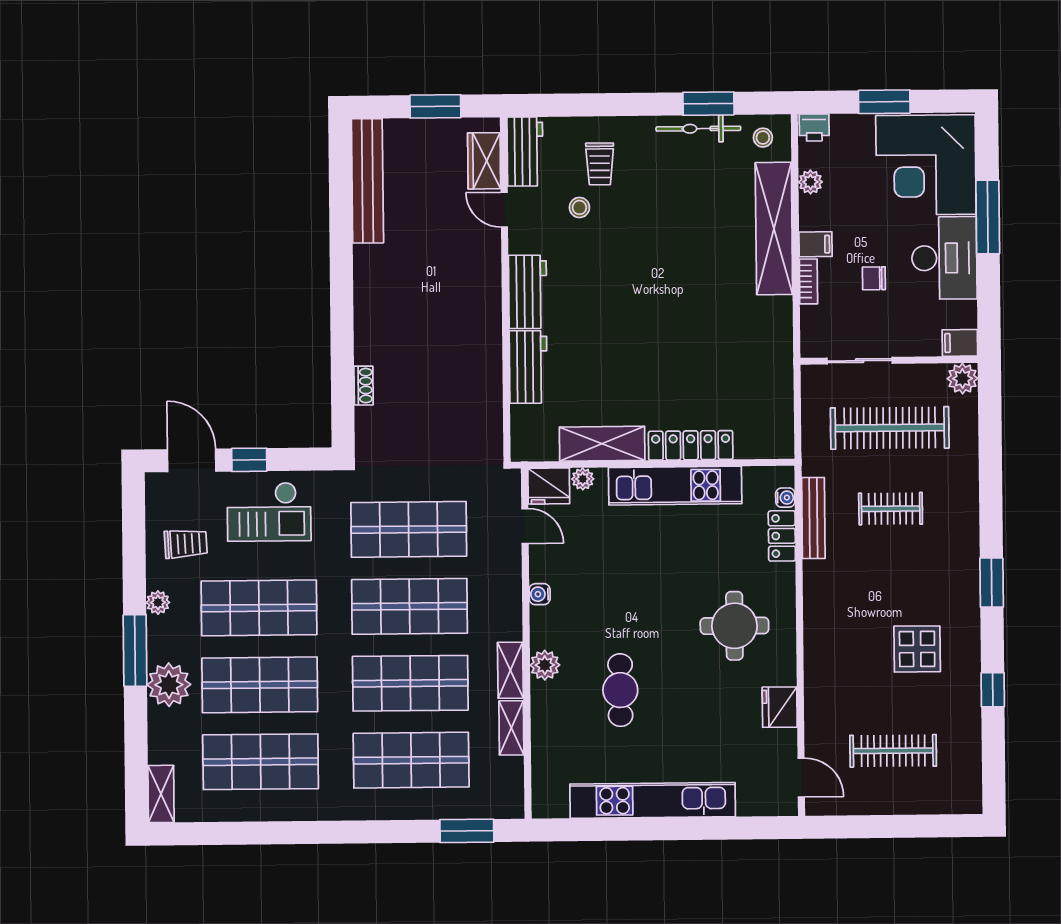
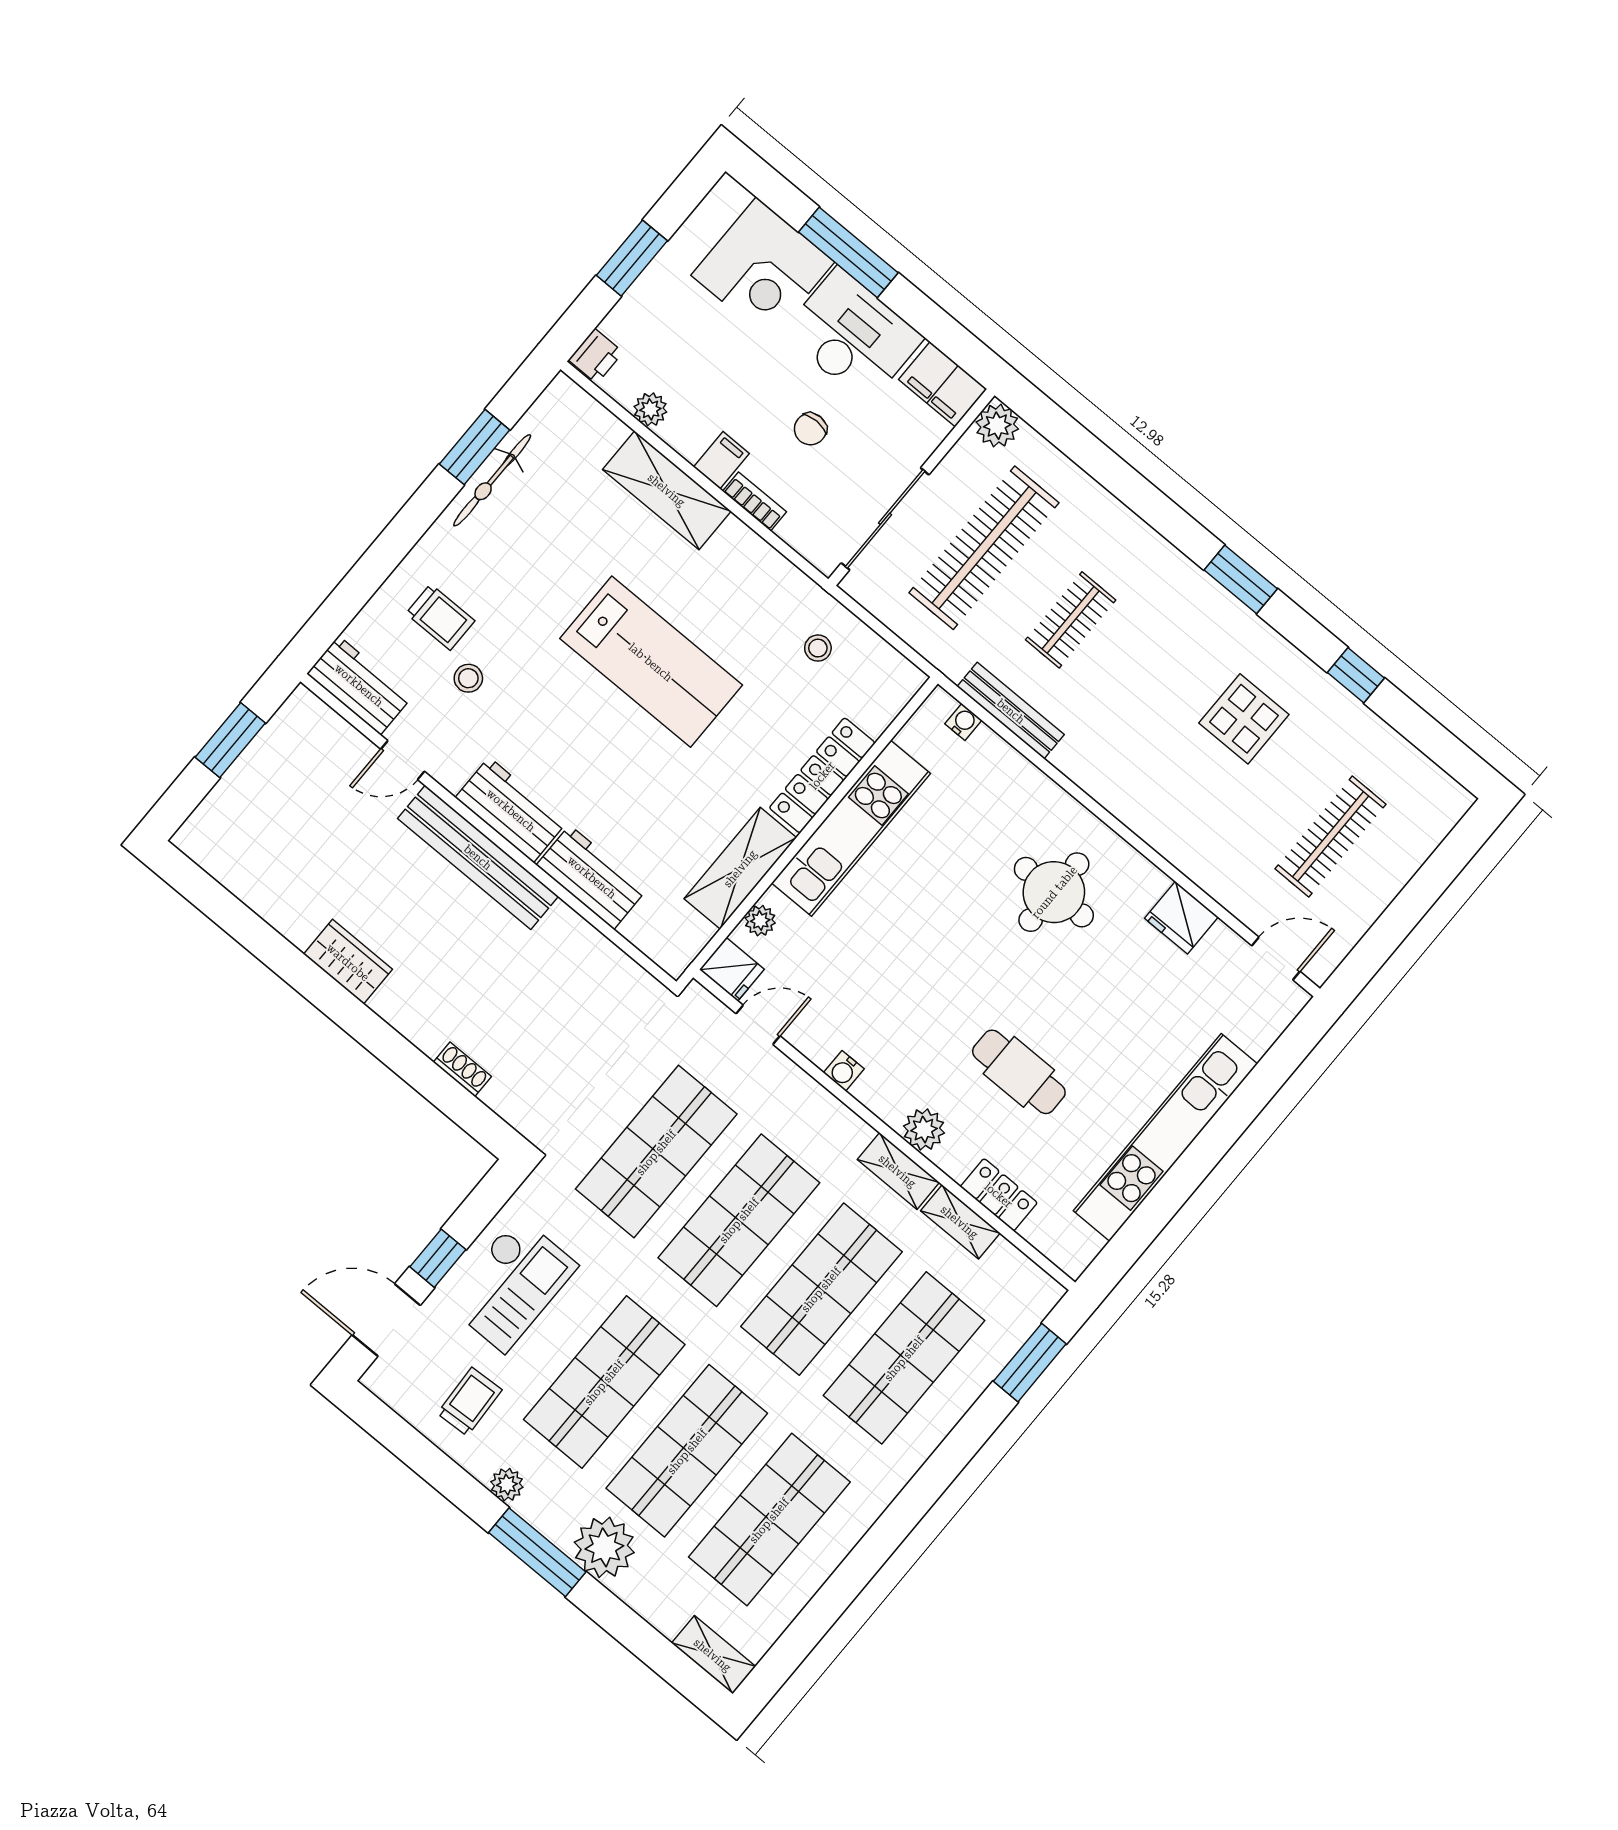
stool: (763, 138) -> (818, 648), moved
wardrobe: (484, 161) -> (348, 962), moved, turned 180
corner desk: (926, 165) -> (763, 269), width x0.74, depth x0.74
bench: (367, 181) -> (478, 857), moved
shelving: (774, 228) -> (667, 490), width x0.68
lab bench: (673, 299) -> (651, 662), added
filing cabinet: (960, 343) -> (943, 384), width x2.00
sliding door: (860, 361) -> (885, 519), width x1.37
fridge: (549, 486) -> (732, 969), width x0.72
locker: (782, 536) -> (999, 1195), moved, turned 180

